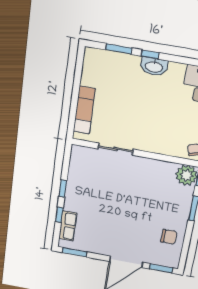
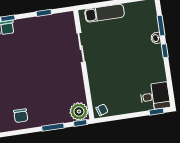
washbasin: (154, 67) -> (156, 38), moved, width x0.52, depth x0.69
window: (63, 189) -> (44, 13), moved

